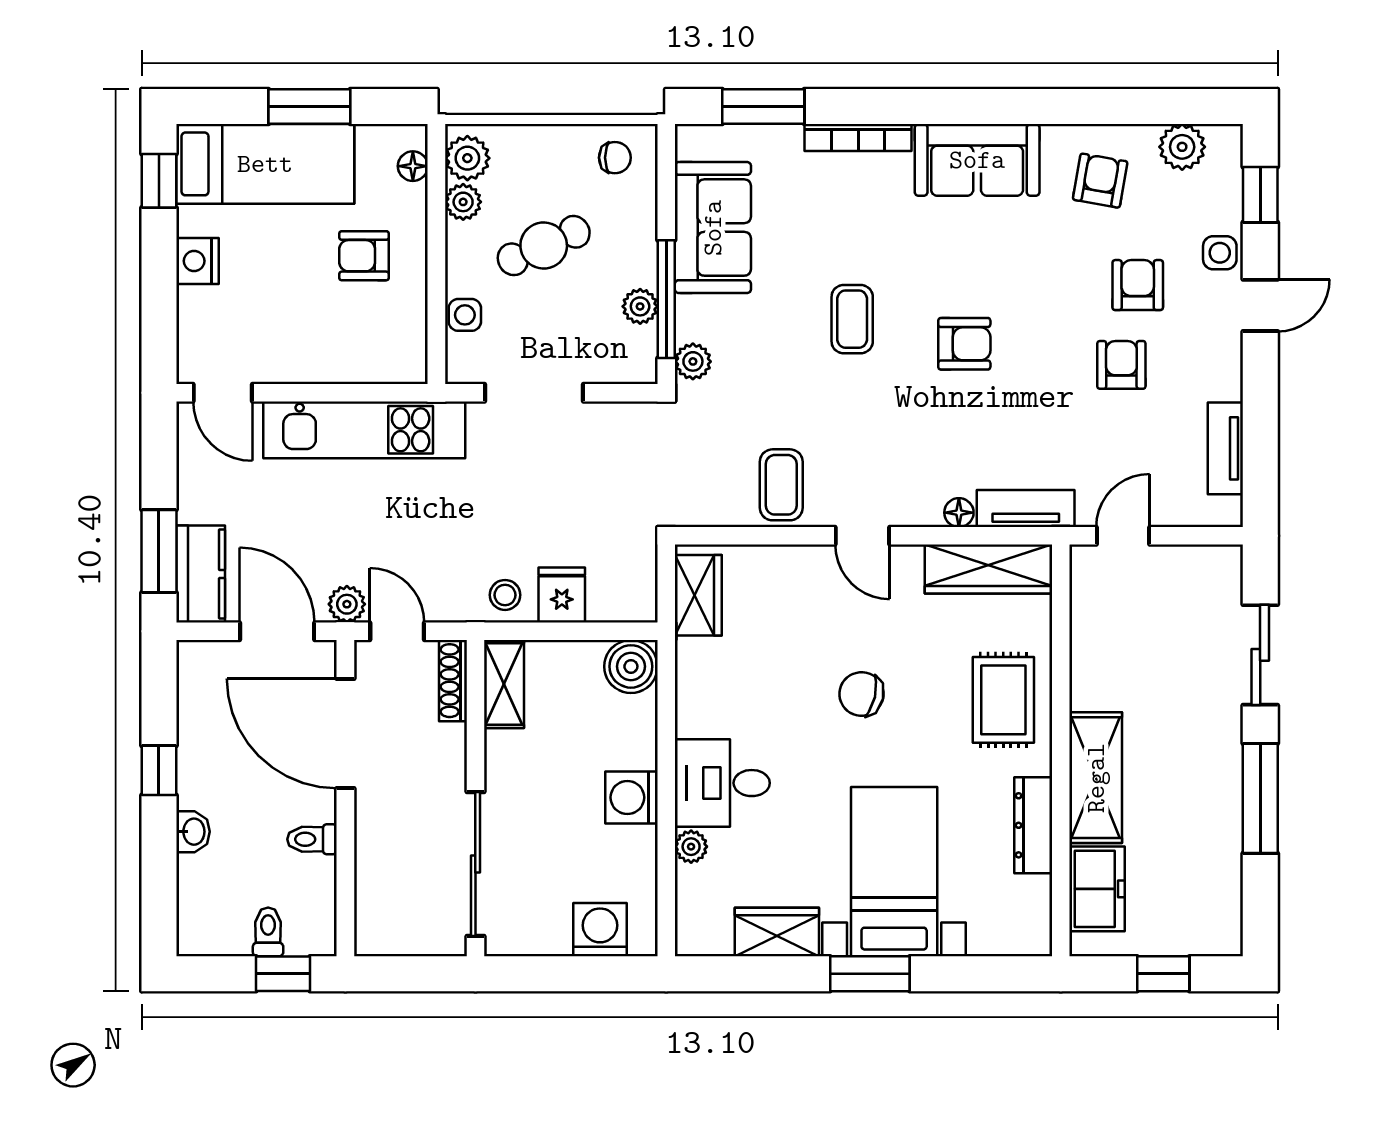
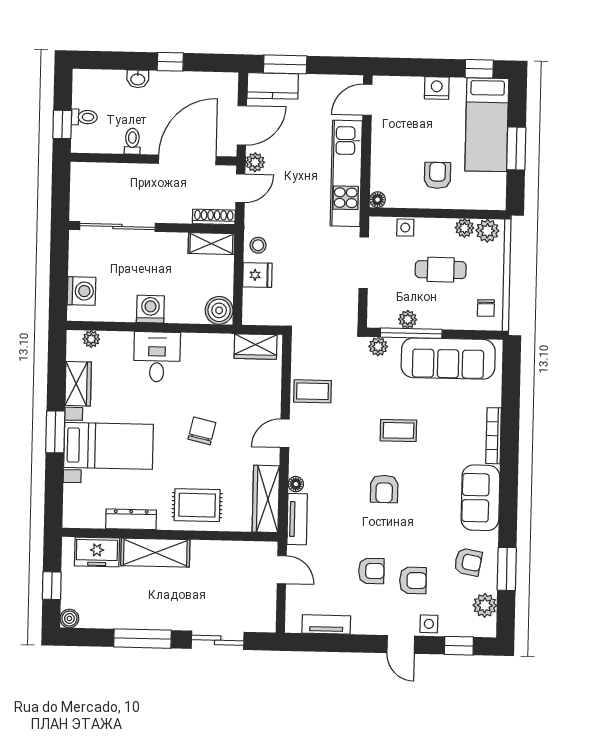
window: (763, 107) -> (507, 569), moved
floor lamp: (413, 166) -> (377, 200), moved
sofa: (713, 228) -> (448, 359), width x1.36
cafe table: (544, 246) -> (441, 270), turned -66
plant: (691, 847) -> (91, 339), moved
boiler: (1225, 939) -> (69, 618), added

